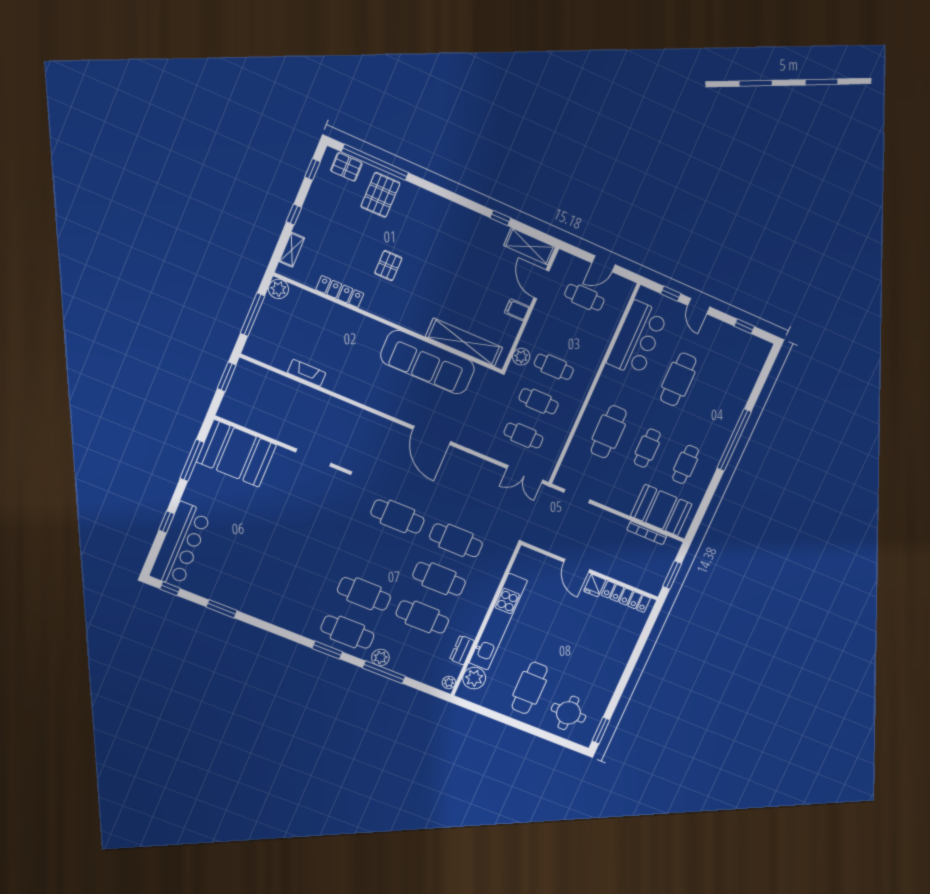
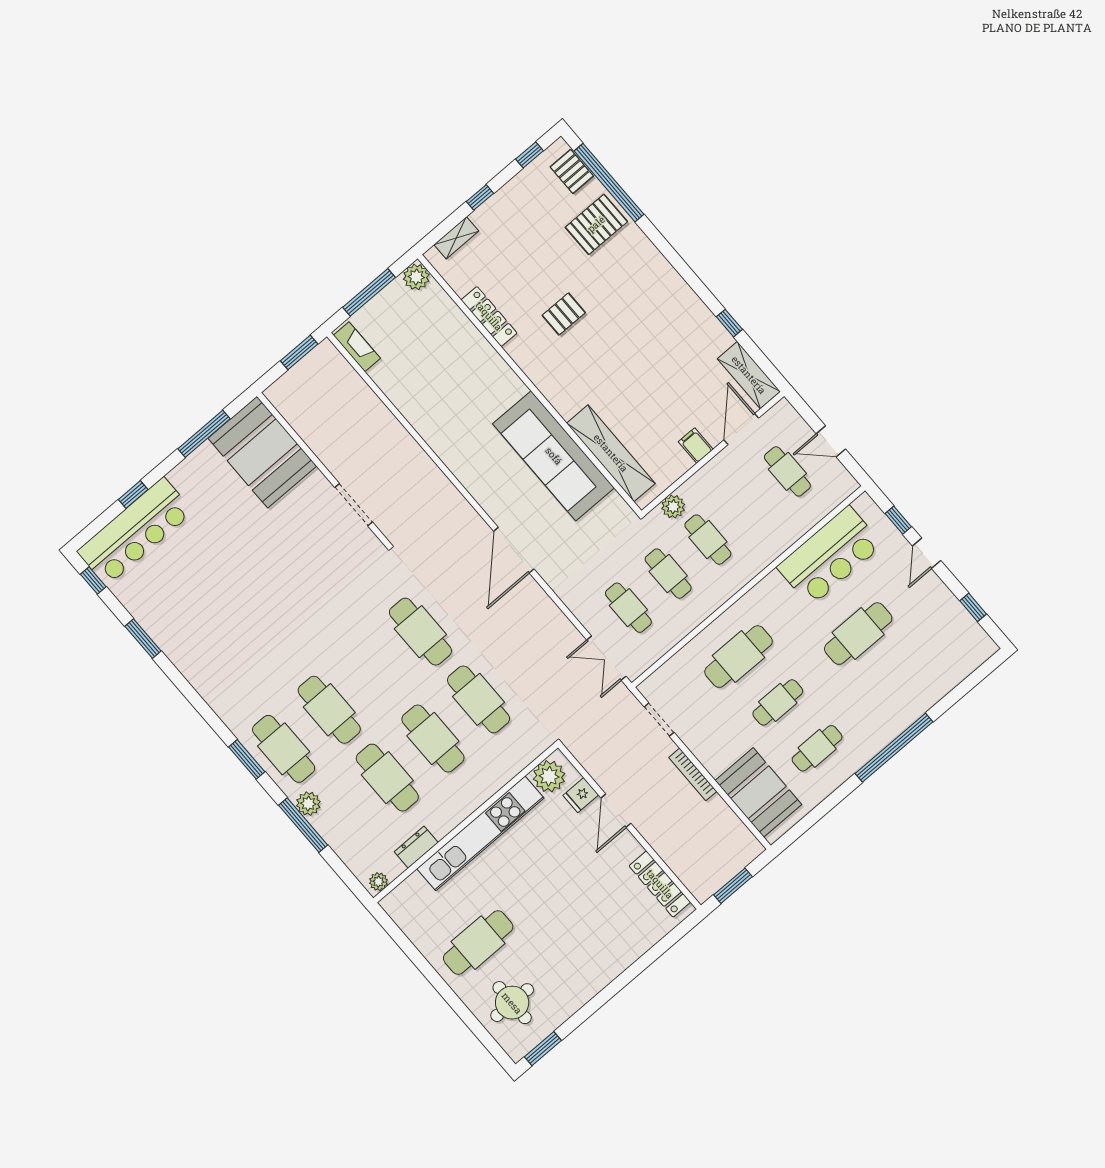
fireplace: (307, 373) -> (357, 347), moved
bookcase: (647, 533) -> (693, 774), moved
fridge: (595, 585) -> (581, 795), moved
plant: (474, 678) -> (549, 776), moved

